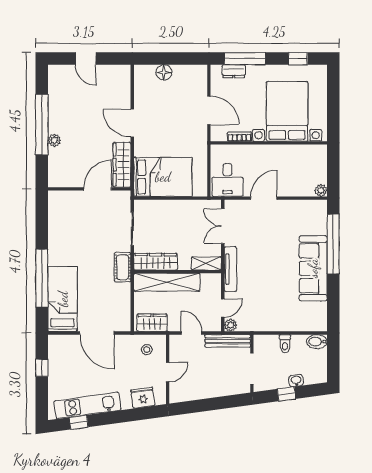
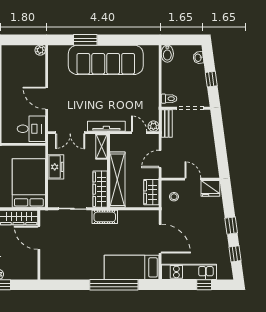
freezer: (182, 209) -> (56, 167), added
window: (333, 244) -> (85, 40), width x0.47
sofa: (313, 268) -> (106, 60), width x1.36, depth x1.27
door: (97, 333) -> (160, 239), hinge flipped
bench: (228, 341) -> (167, 123), width x0.73
toilet: (285, 344) -> (169, 99), moved
window: (42, 368) -> (204, 285), moved
washbasin: (296, 381) -> (198, 58), moved
fridge: (143, 398) -> (210, 188), moved, turned -82
kitchen unit: (88, 406) -> (189, 272), moved, turned 98
window: (112, 418) -> (231, 226), added

